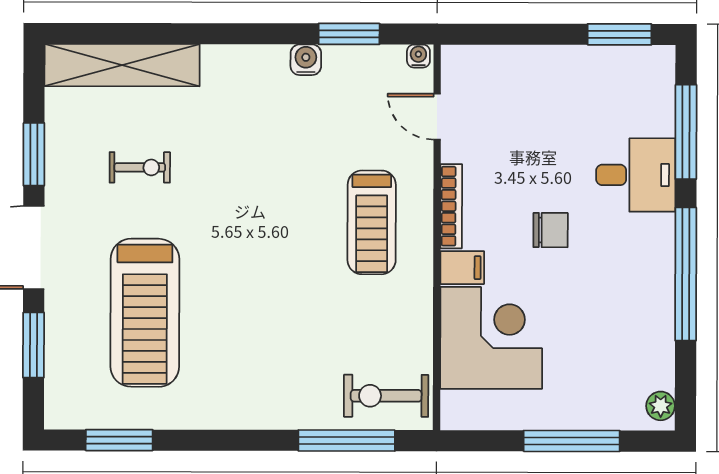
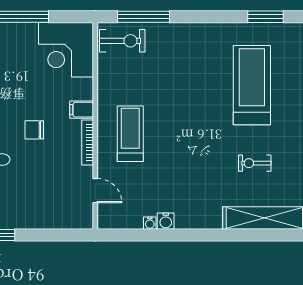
window: (349, 34) -> (143, 235), removed
water cooler: (418, 56) -> (150, 223), moved
corner desk: (491, 338) -> (66, 50), moved

